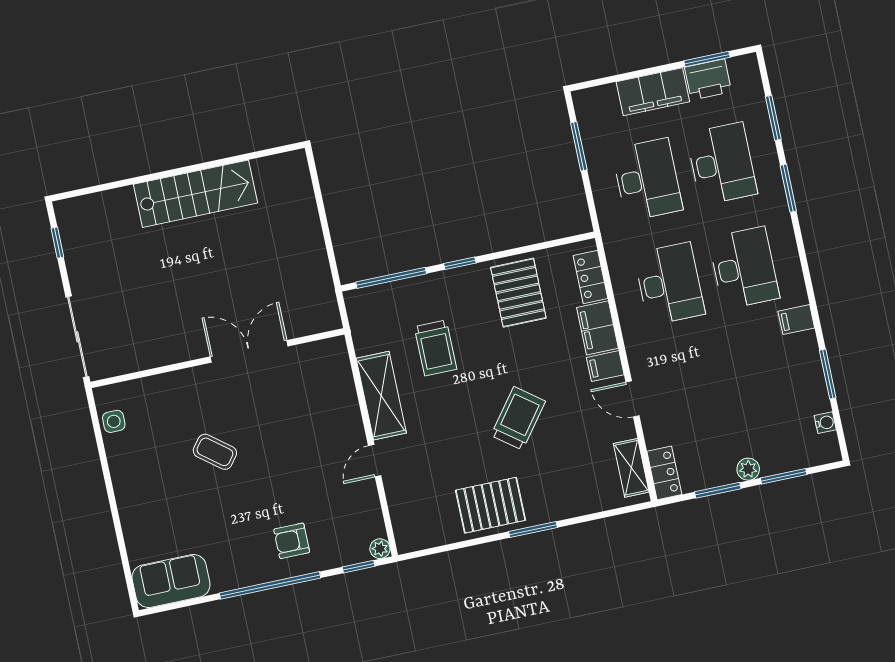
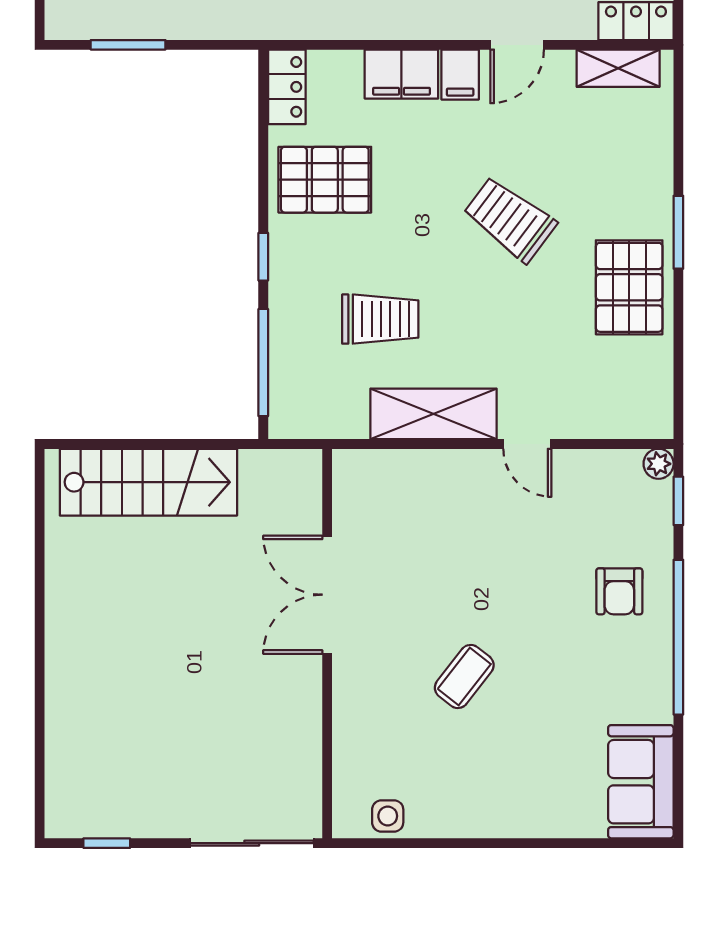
stairs: (196, 194) -> (148, 482), moved, turned 90
locker: (591, 277) -> (287, 87), moved, turned -90

